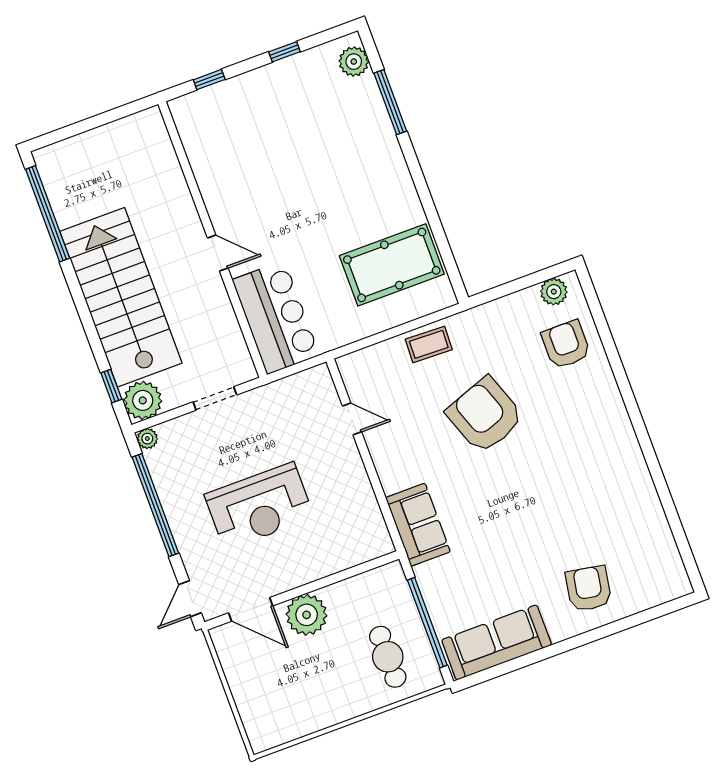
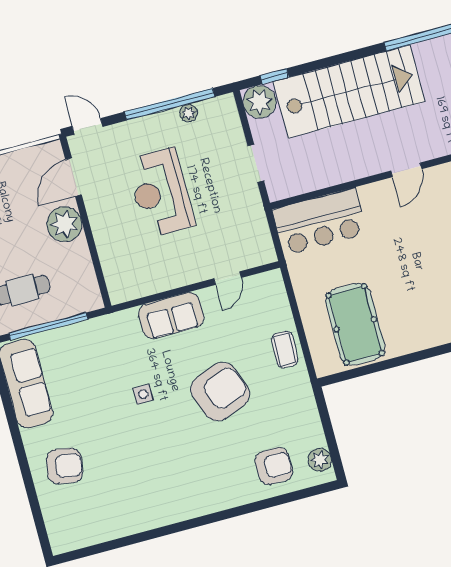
door: (218, 253) -> (406, 170), moved
plant: (147, 439) -> (188, 113), moved
side table: (496, 505) -> (143, 394), added
sofa: (418, 525) -> (171, 316), moved

